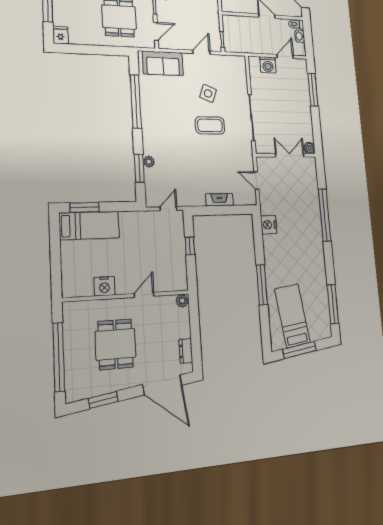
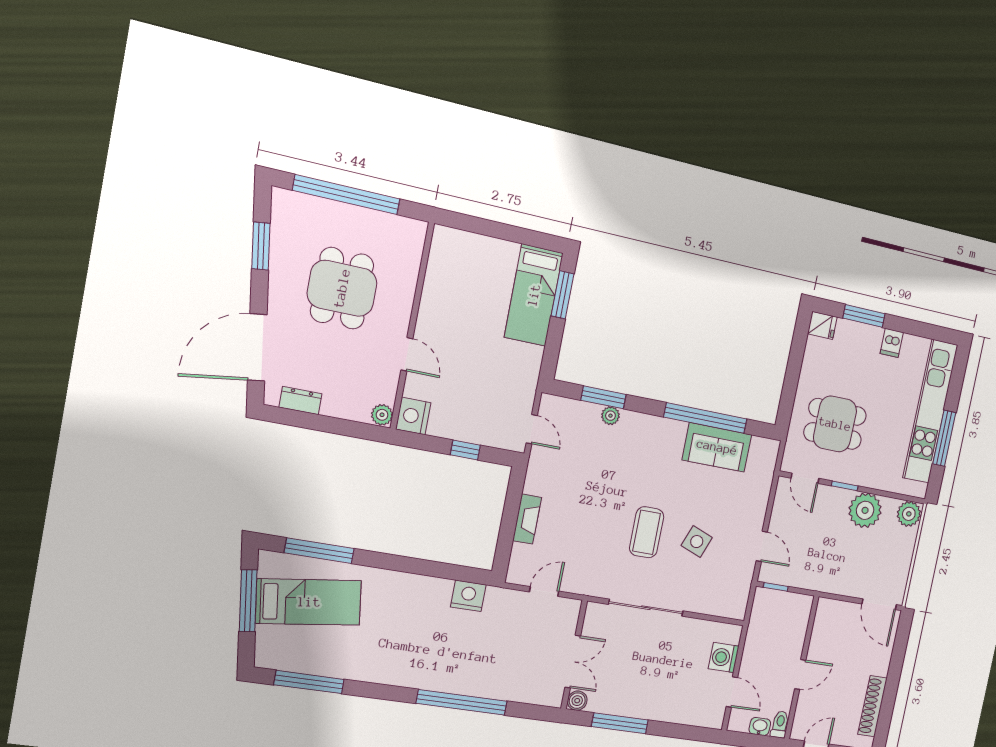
sofa: (163, 63) -> (717, 447), moved, turned -90
window: (313, 90) -> (620, 723), moved
window: (262, 285) -> (319, 551), moved
nightstand: (104, 286) -> (413, 416), moved
dining table: (115, 344) -> (342, 288), turned 90

